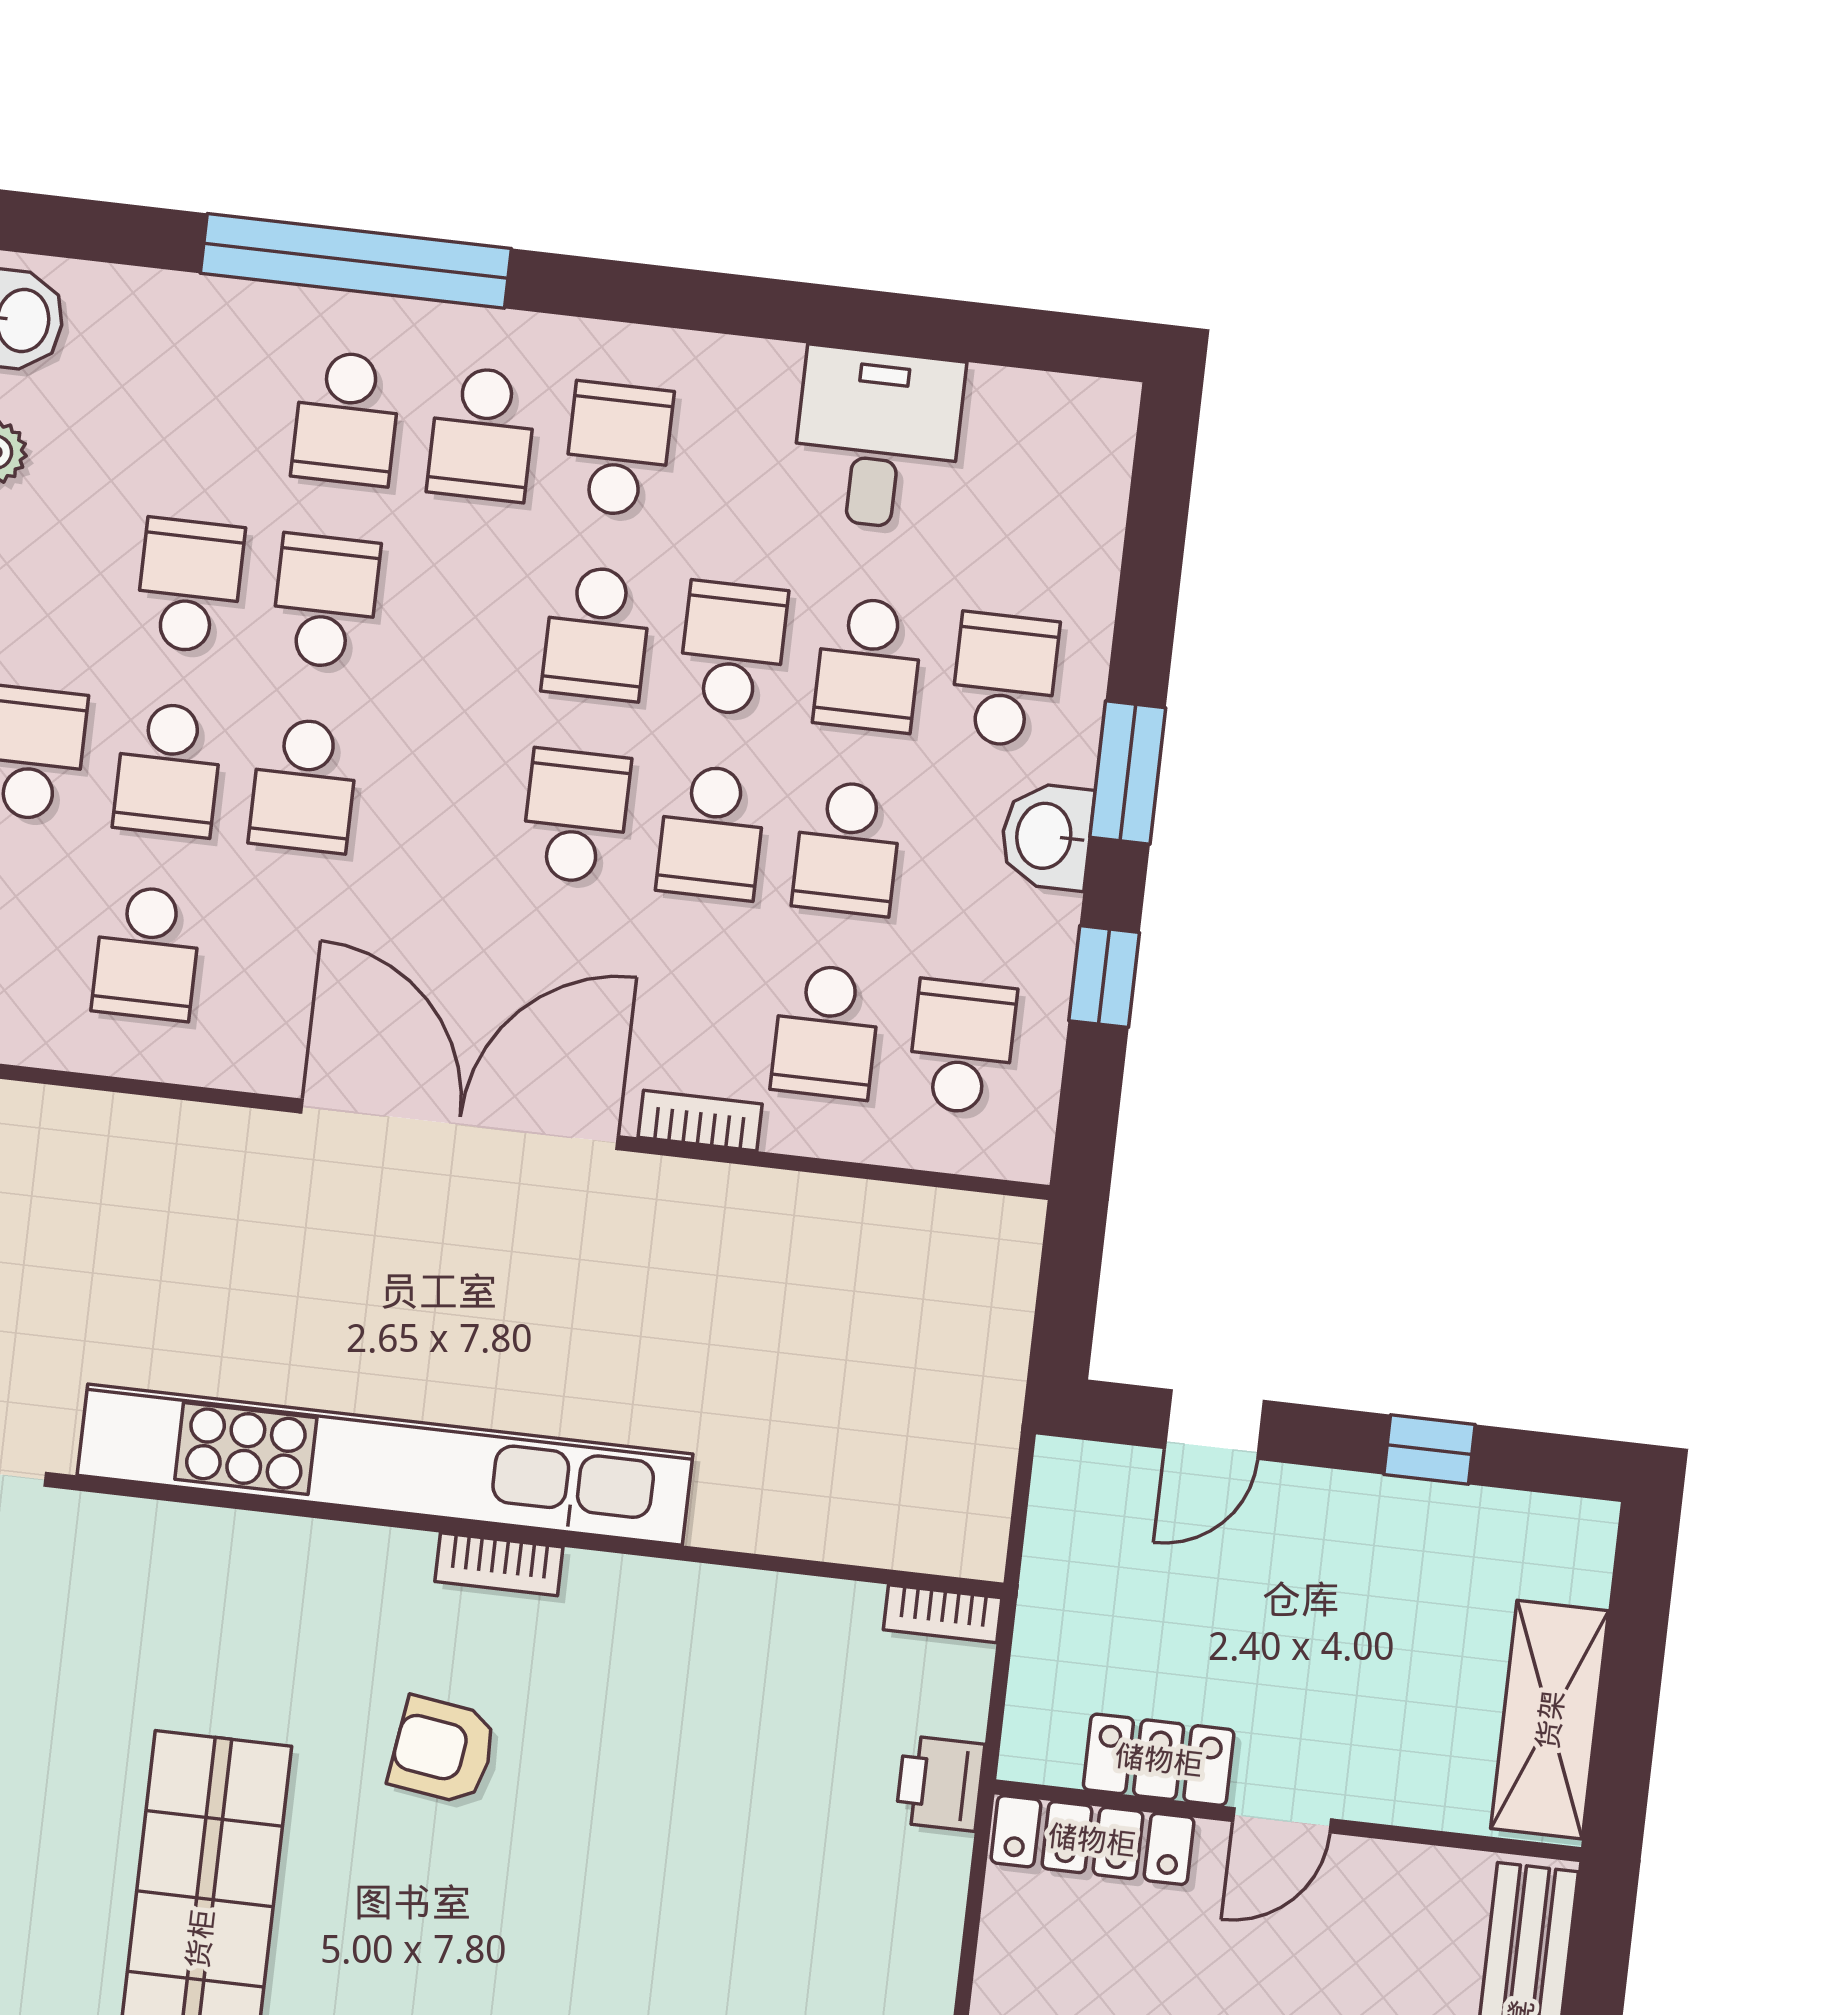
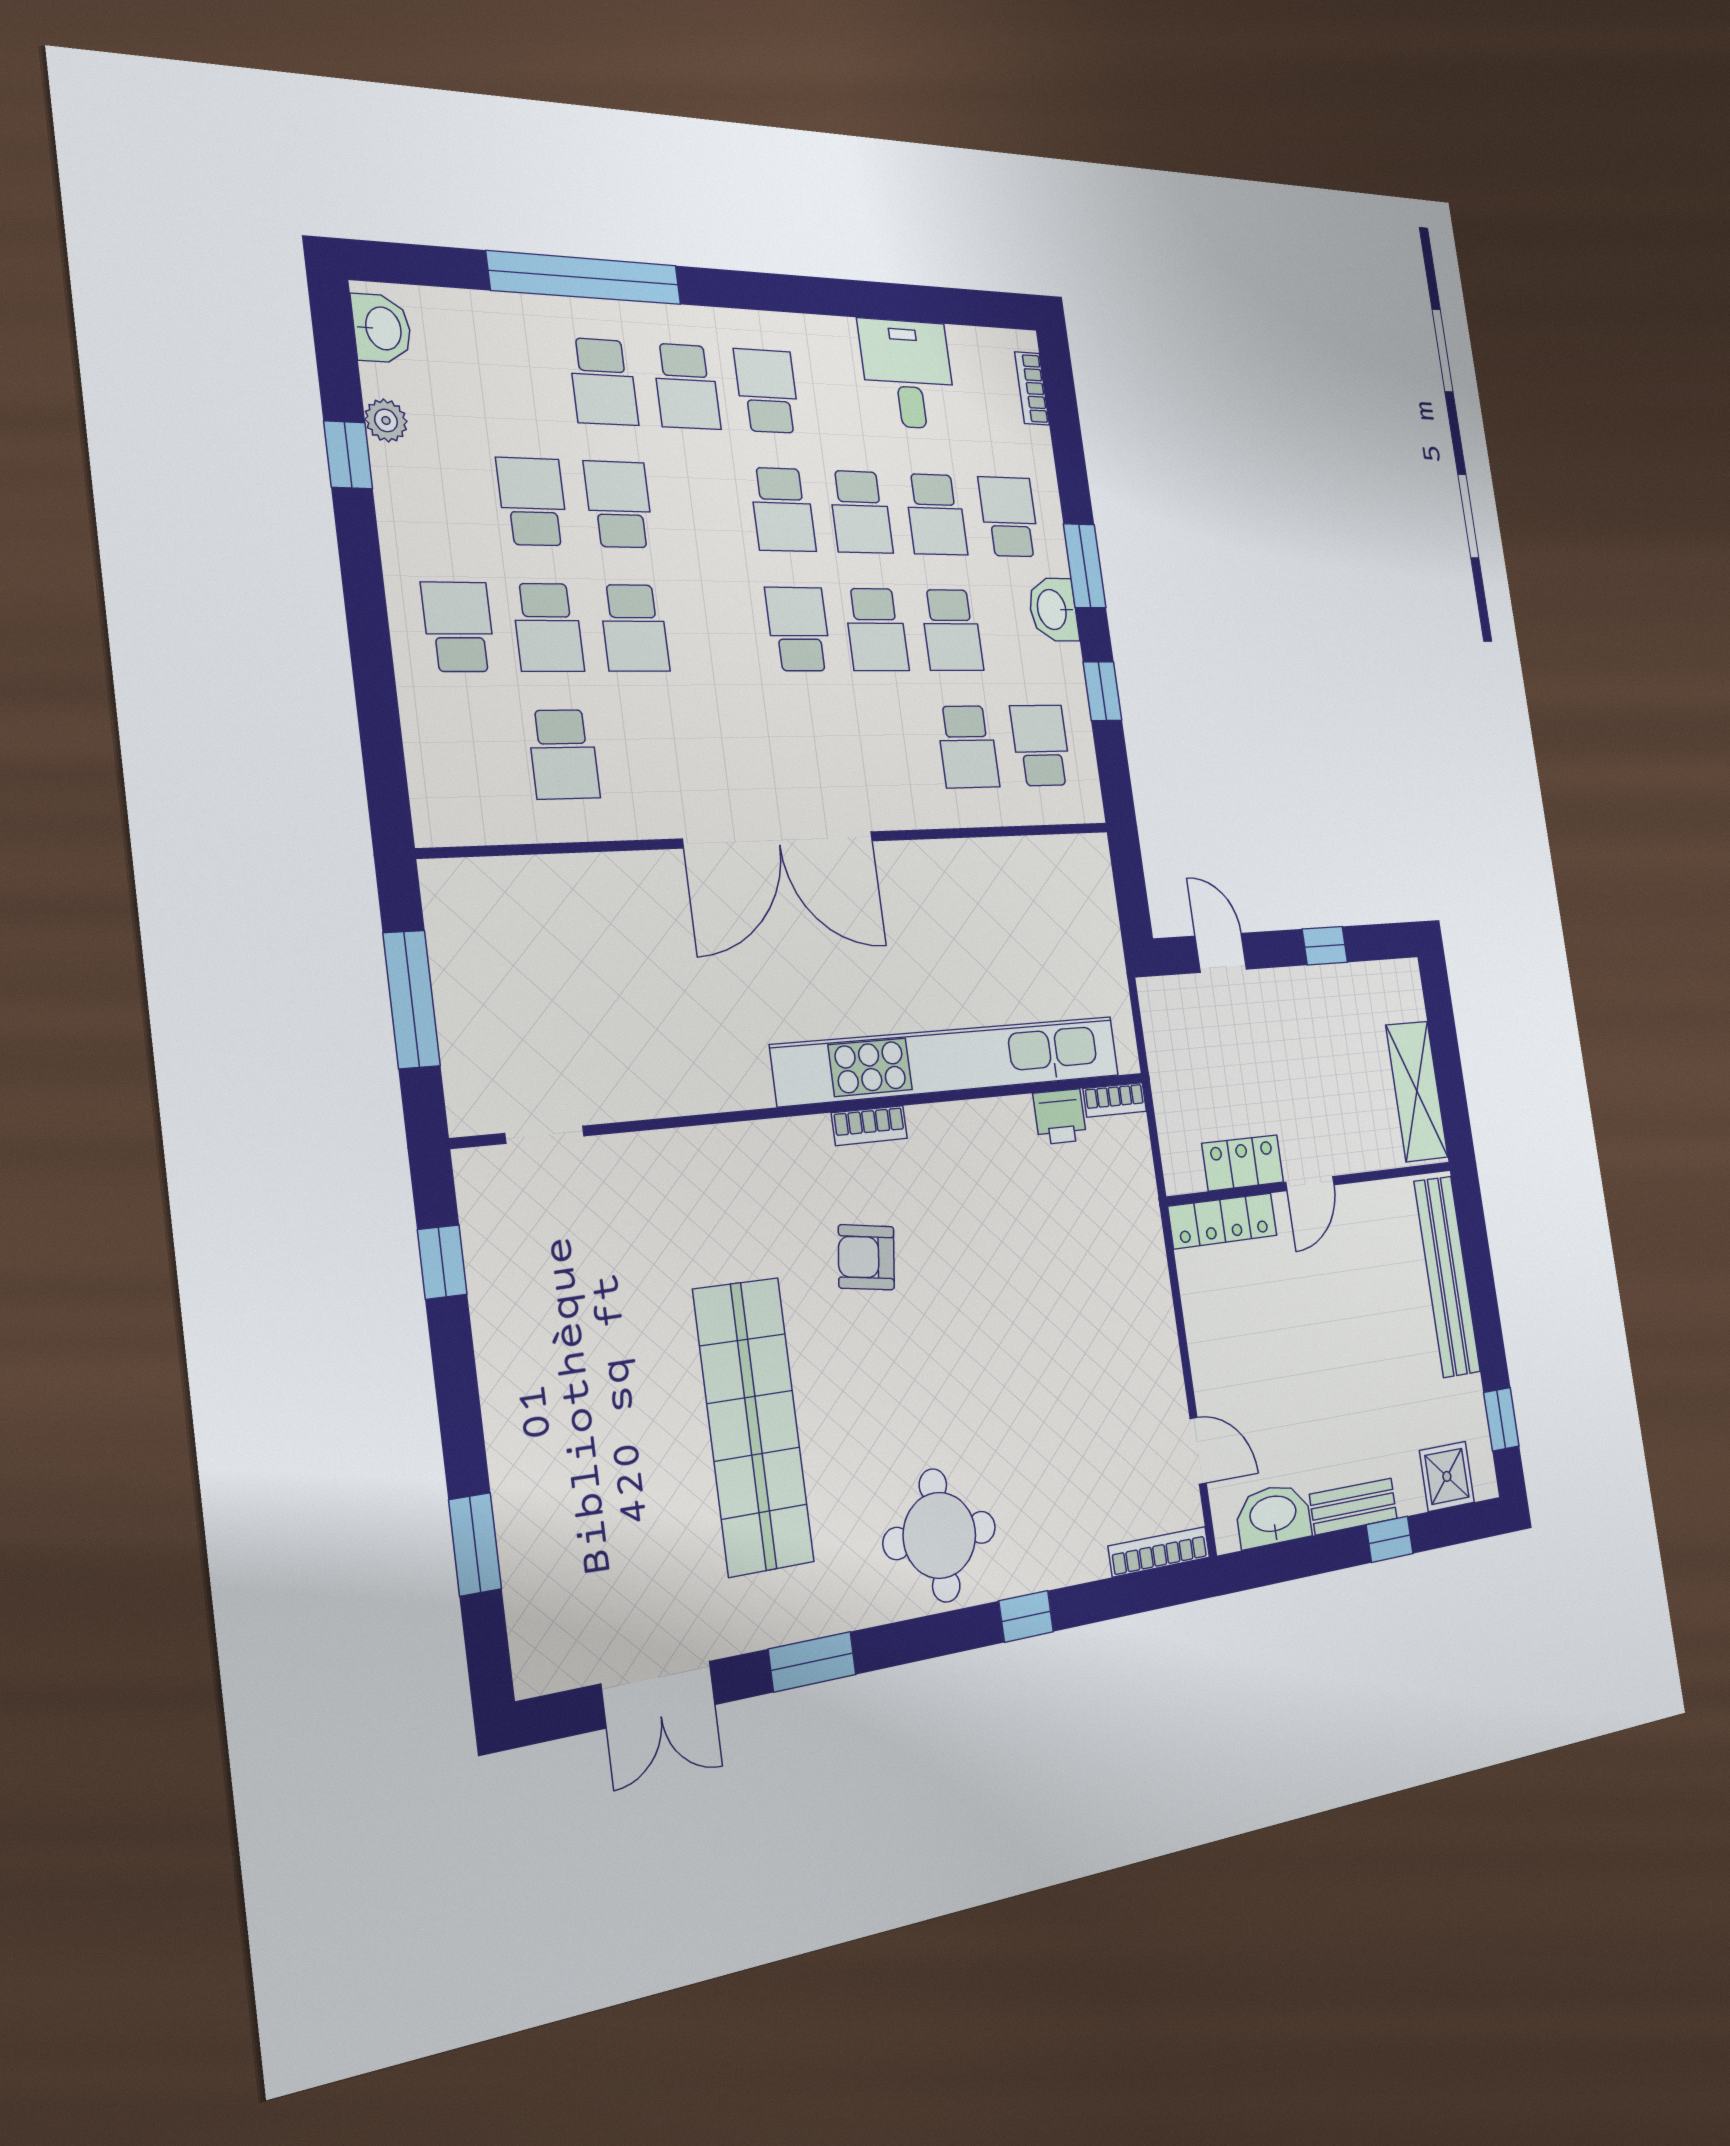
school desk: (733, 649) -> (861, 512), turned 180
bookcase: (700, 1121) -> (1032, 388), moved, turned -90
double door: (460, 1124) -> (779, 840), swing flipped
door: (1214, 1425) -> (1221, 953), swing flipped
kitchen unit: (385, 1465) -> (950, 1060), moved
printer: (940, 1783) -> (1060, 1117), moved, turned -90

